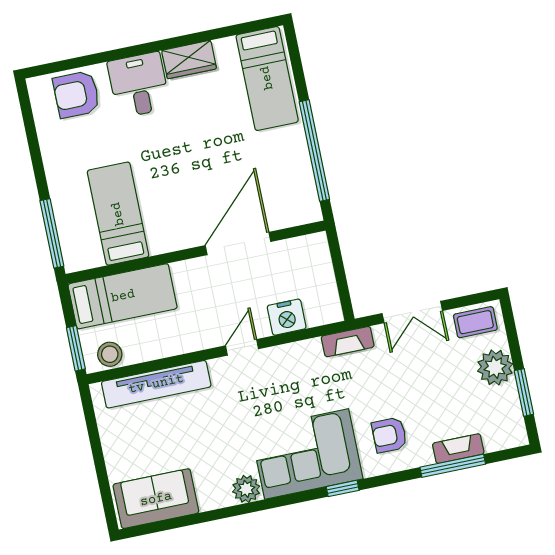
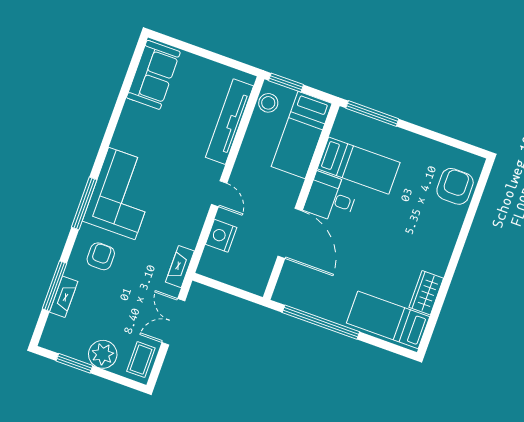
wardrobe: (189, 60) -> (426, 293), moved
desk: (139, 85) -> (331, 198), moved, turned 180
window: (343, 488) -> (84, 203), width x2.17
plant: (246, 489) -> (123, 139), removed

